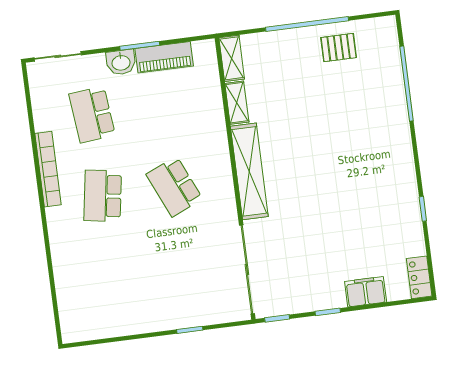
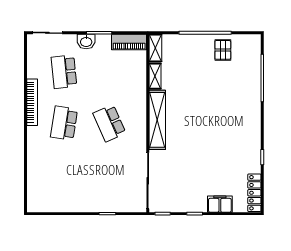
pallet: (339, 48) -> (223, 50), turned 90
piano: (164, 57) -> (129, 42), moved
locker: (419, 277) -> (254, 193), width x1.53

